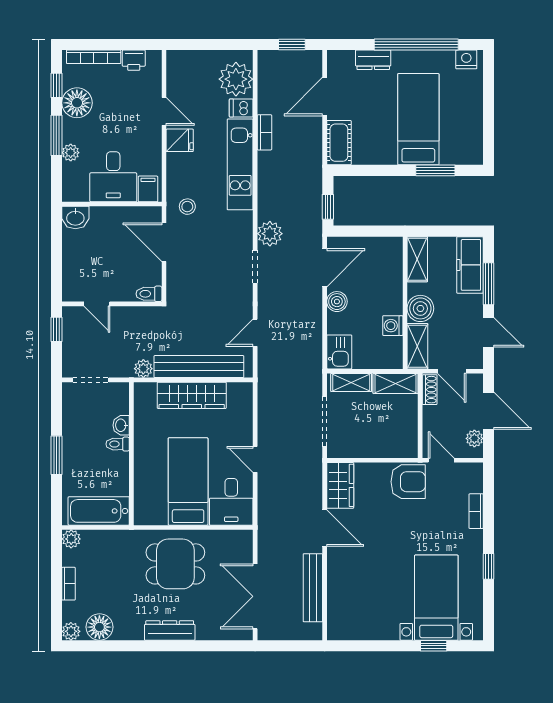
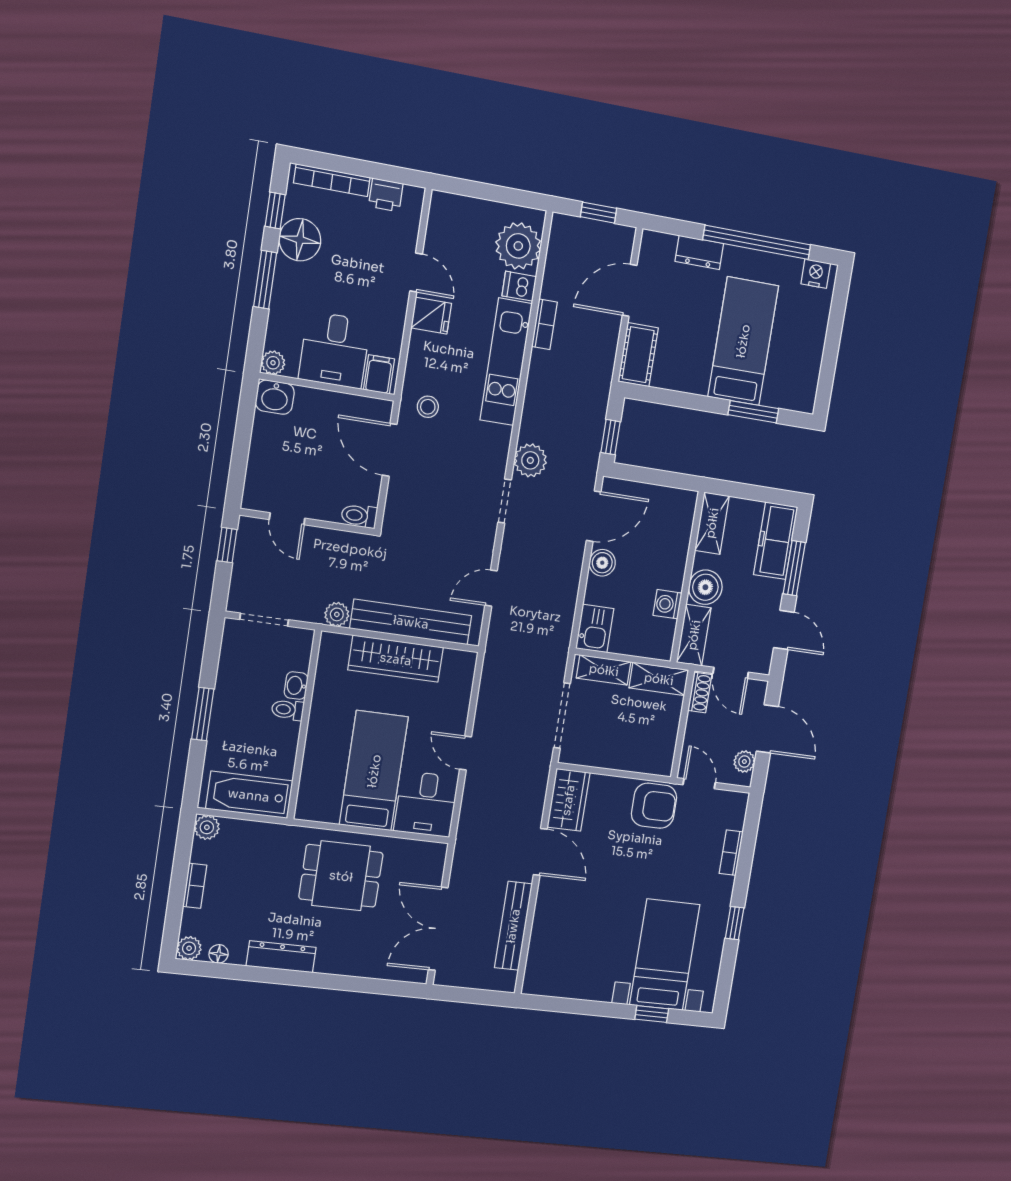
plant: (71, 153) -> (273, 363), moved
floor lamp: (99, 627) -> (219, 954), width x0.53, depth x0.53
dresser: (170, 631) -> (281, 957), moved

